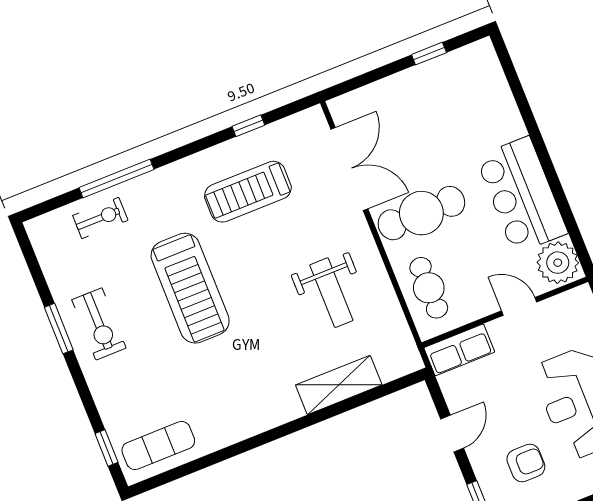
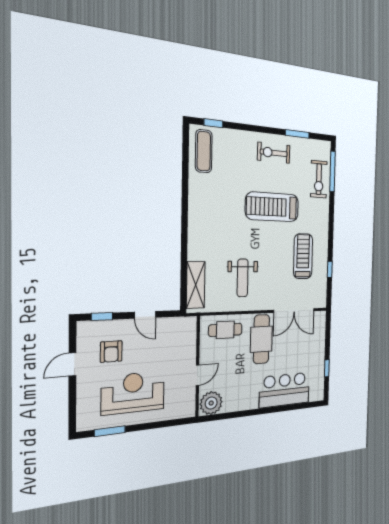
window: (117, 179) -> (333, 171), moved
bar counter: (522, 195) -> (285, 390), moved
exercise bike: (100, 218) -> (319, 179), width x1.38, depth x1.39
weight bench: (331, 293) -> (243, 278), turned -90
window: (59, 329) -> (297, 134), moved
row of seats: (459, 350) -> (188, 335), removed
shelving: (339, 385) -> (196, 285), moved

